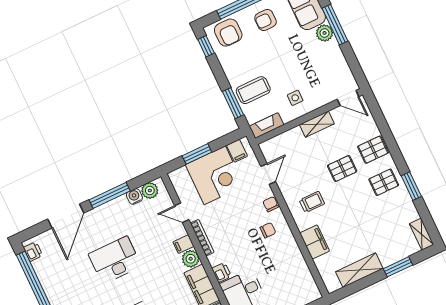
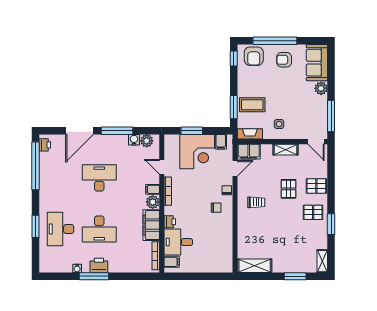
window: (335, 25) -> (331, 116), moved
pallet: (342, 168) -> (289, 189), turned 90
filing cabinet: (315, 242) -> (249, 152), moved, turned 90
shelving: (359, 270) -> (255, 266), moved

